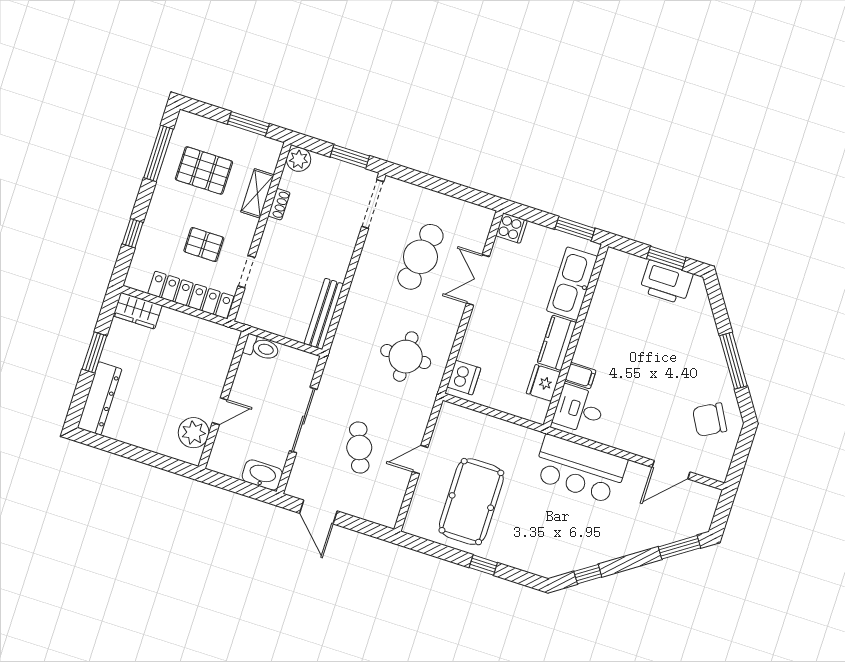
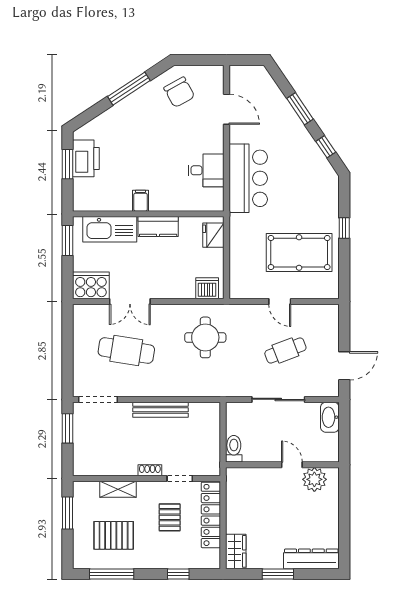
plant: (299, 159) -> (82, 466), removed
pallet: (204, 170) -> (114, 535), turned 90
shoe rack: (279, 204) -> (150, 470), moved
cooker: (511, 228) -> (91, 285), width x1.87, depth x1.31
bench: (324, 314) -> (160, 410), moved
filing cabinet: (580, 376) -> (141, 201), moved
fridge: (543, 383) -> (213, 235), moved, turned 90
desk: (579, 409) -> (206, 170), moved, turned -90
window: (679, 547) -> (300, 109), moved

